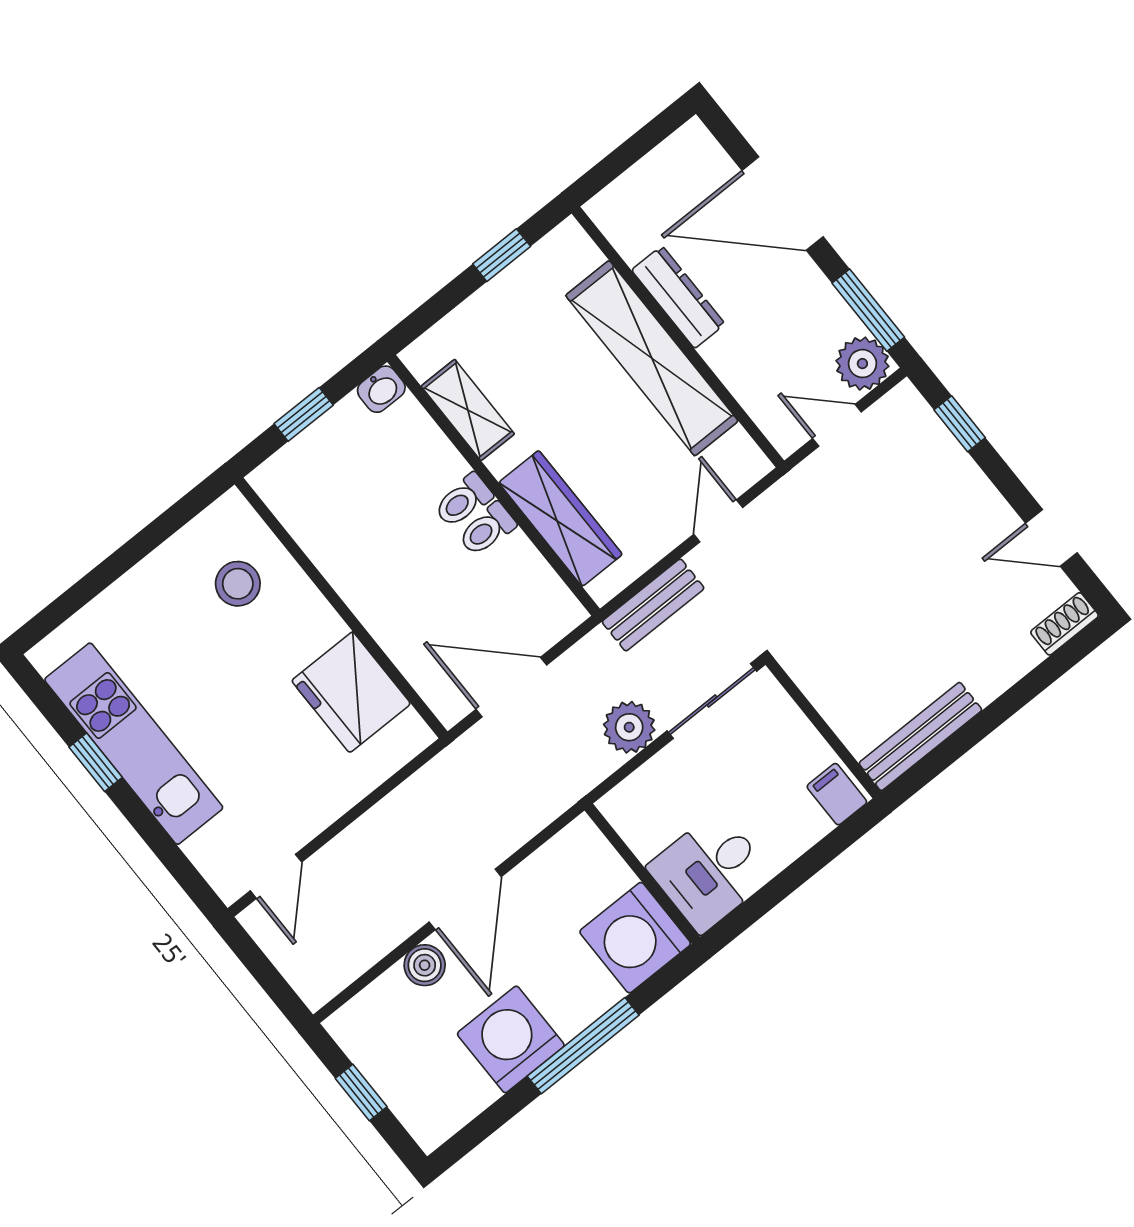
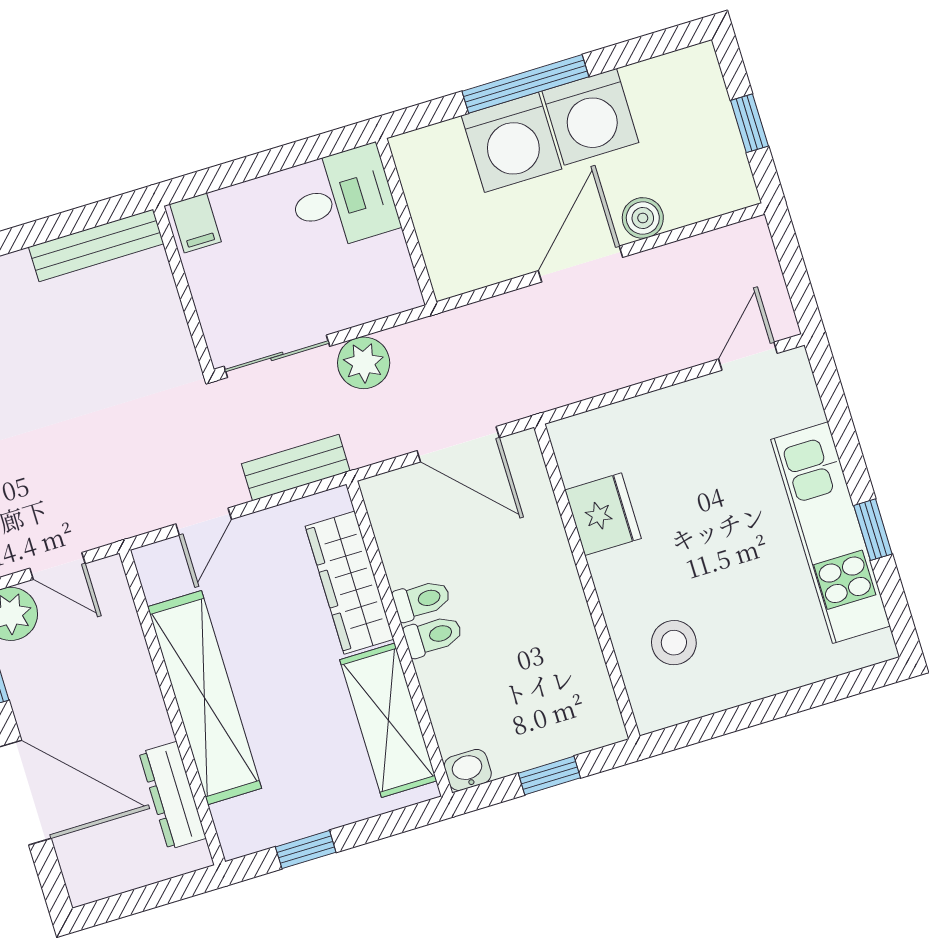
dresser: (678, 297) -> (173, 795), moved
shelving: (468, 410) -> (388, 720), width x1.50, depth x1.33
fridge: (351, 692) -> (603, 514), width x0.73, depth x0.75
washing machine: (635, 938) -> (512, 142), moved, turned 90

